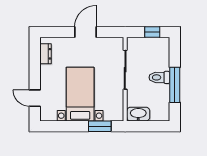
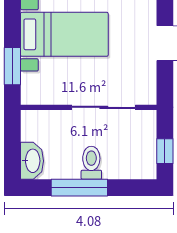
washbasin: (138, 114) -> (32, 161), moved

